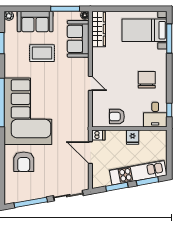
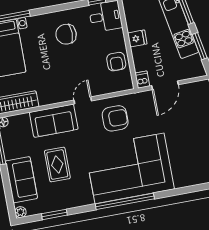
sofa: (78, 39) -> (54, 121), moved
armchair: (24, 162) -> (115, 118), moved

